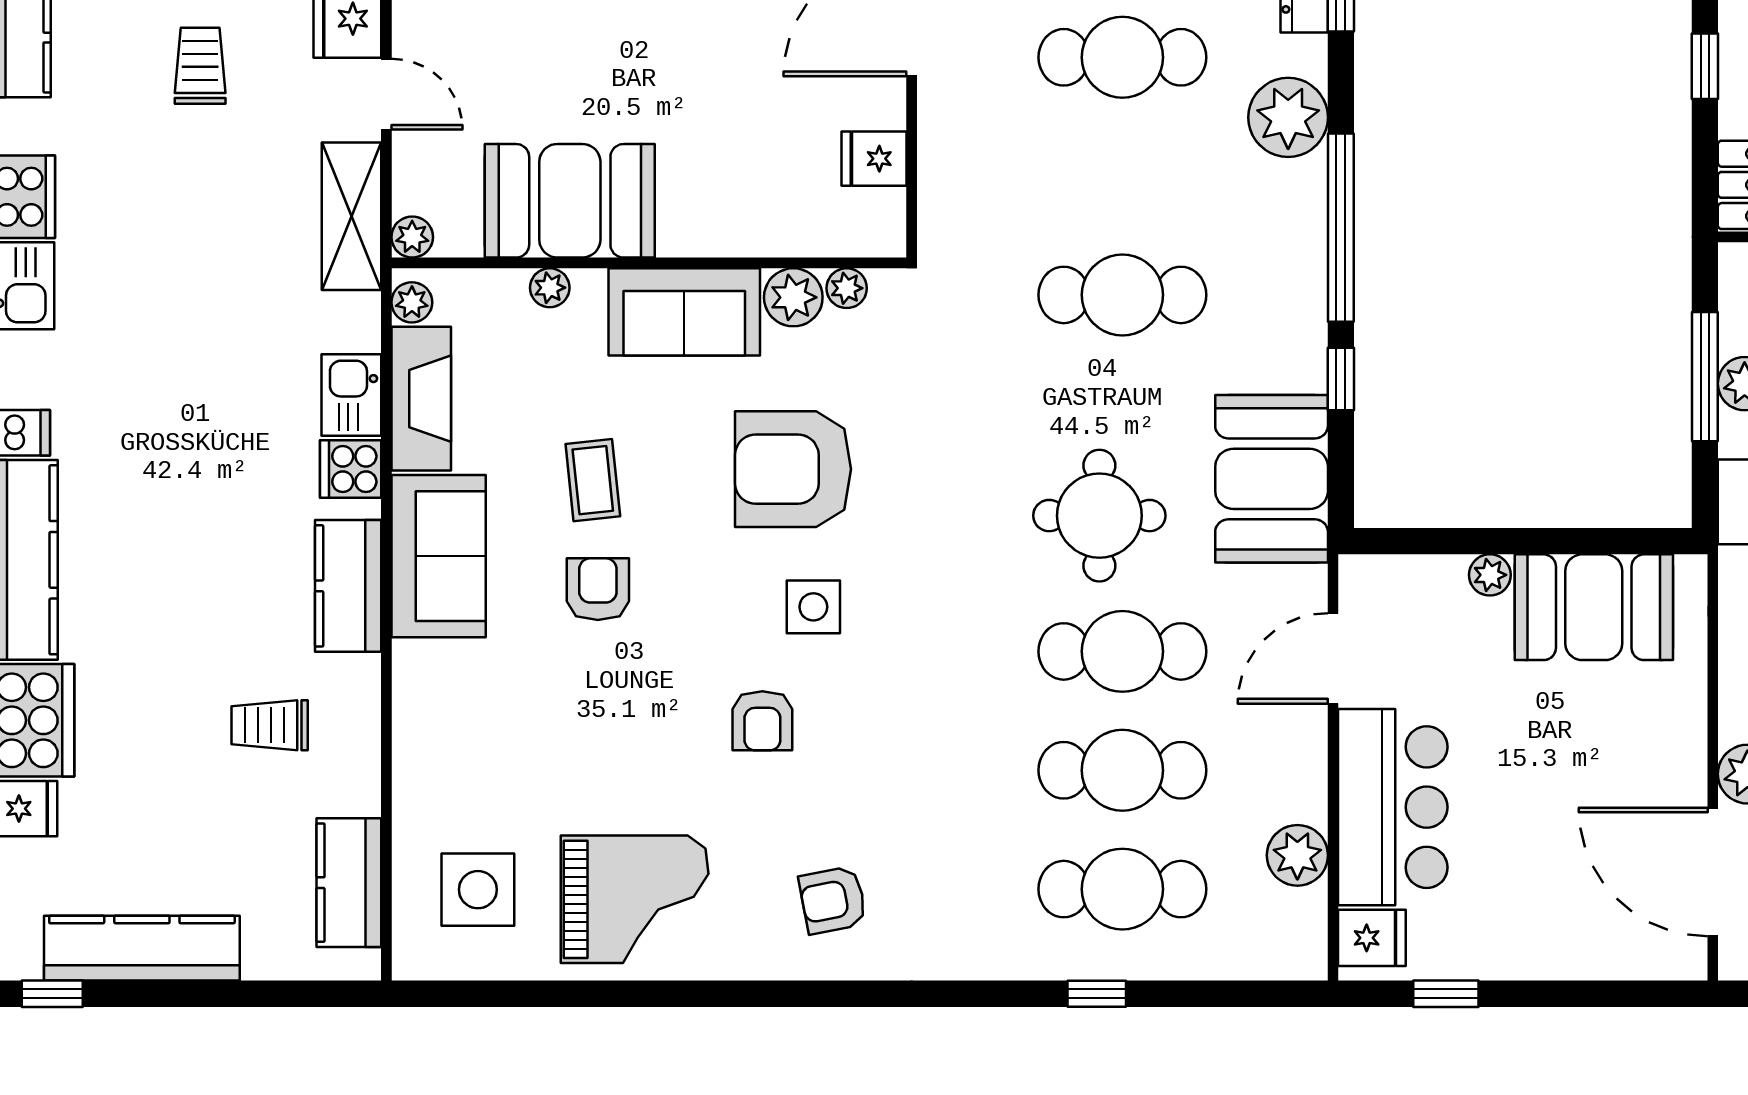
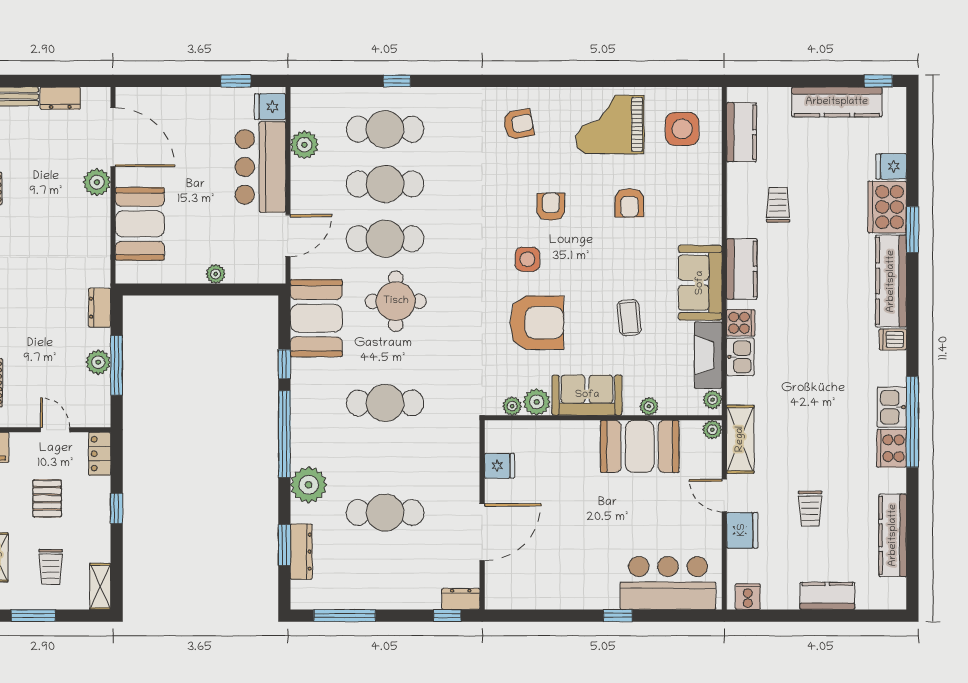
armchair: (598, 589) -> (629, 203), moved
booth: (1594, 607) -> (140, 224), moved, turned 90
trolley: (270, 725) -> (778, 205), turned -90

